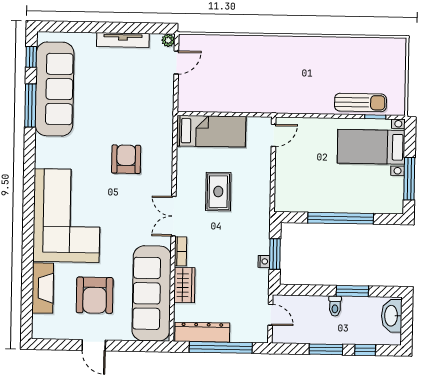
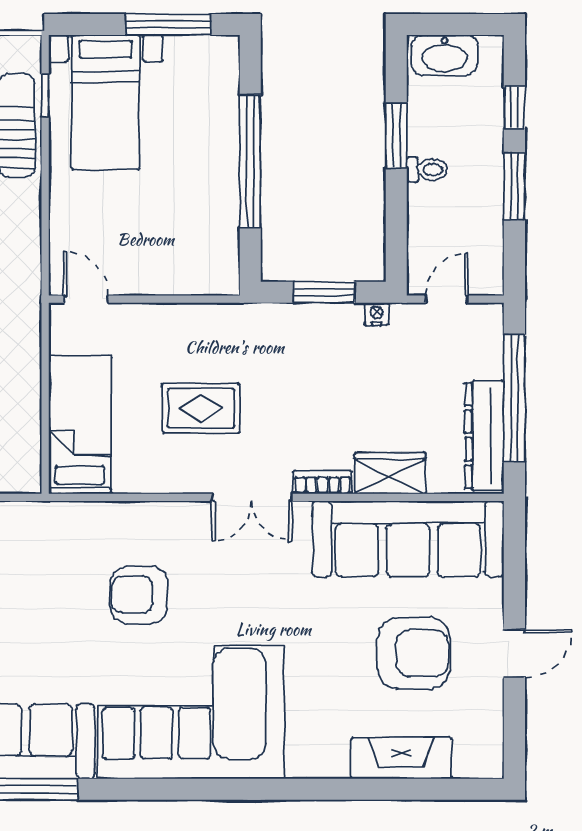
corner sofa: (67, 216) -> (191, 712), moved
nightstand: (264, 261) -> (377, 314), moved

